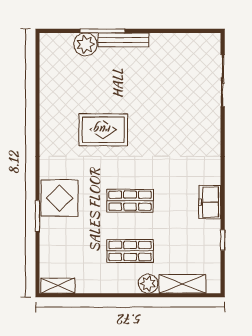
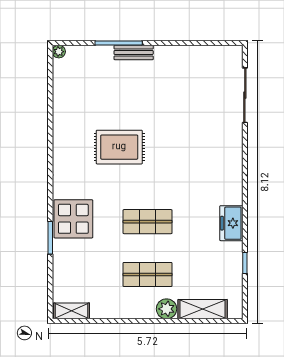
bench: (124, 40) -> (134, 52), width x0.73
plant: (85, 44) -> (59, 52), moved, width x0.53, depth x0.53

